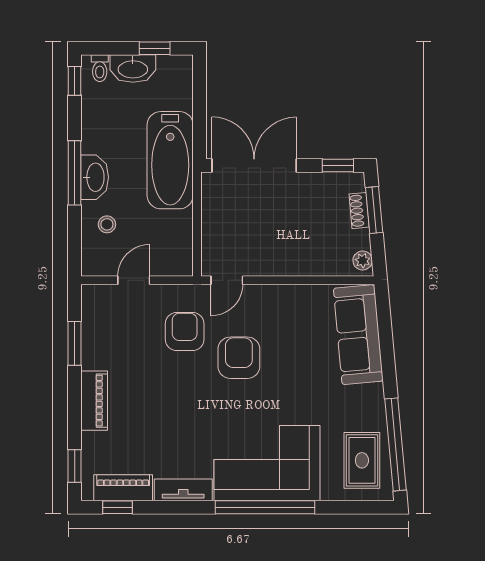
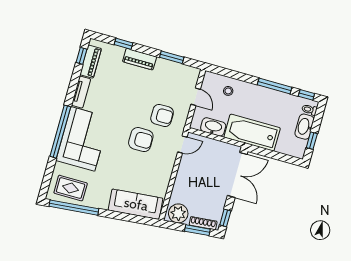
window: (75, 173) -> (275, 86), moved
washbasin: (95, 177) -> (213, 127), moved, turned 180
shoe rack: (359, 211) -> (203, 223), width x1.43
plant: (363, 260) -> (178, 213), width x1.87, depth x1.87
door: (227, 280) -> (182, 145), swing flipped
window: (75, 466) -> (124, 44), moved

